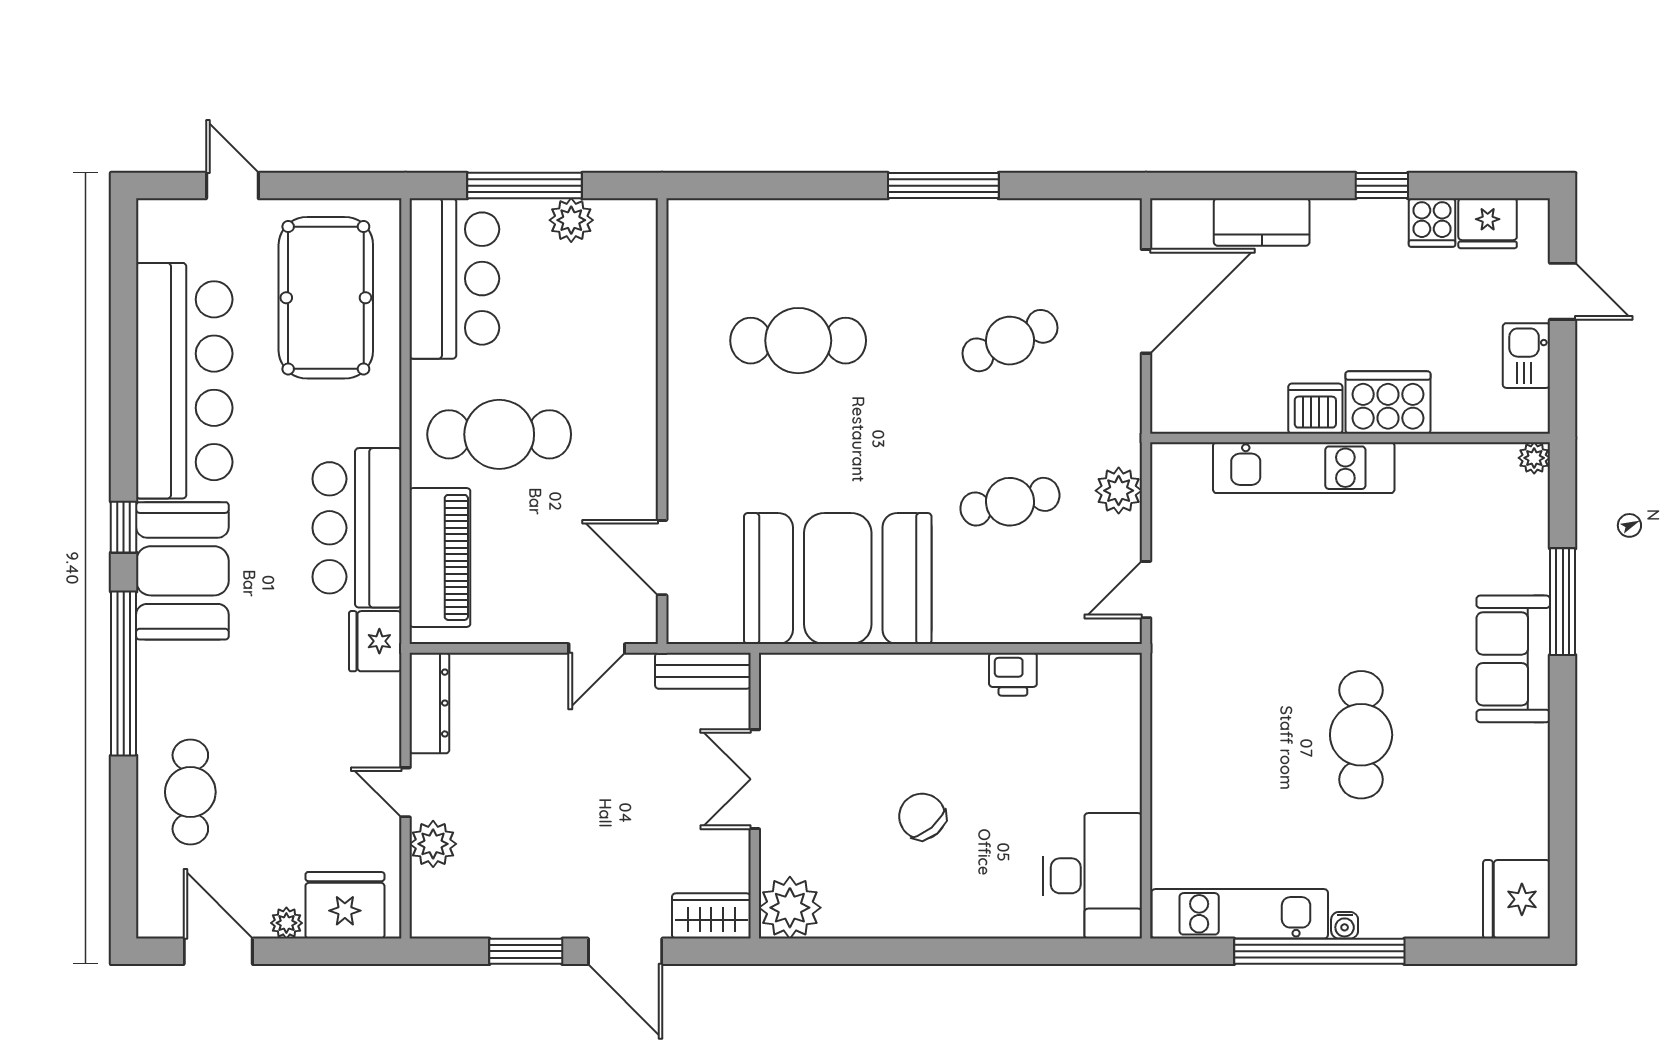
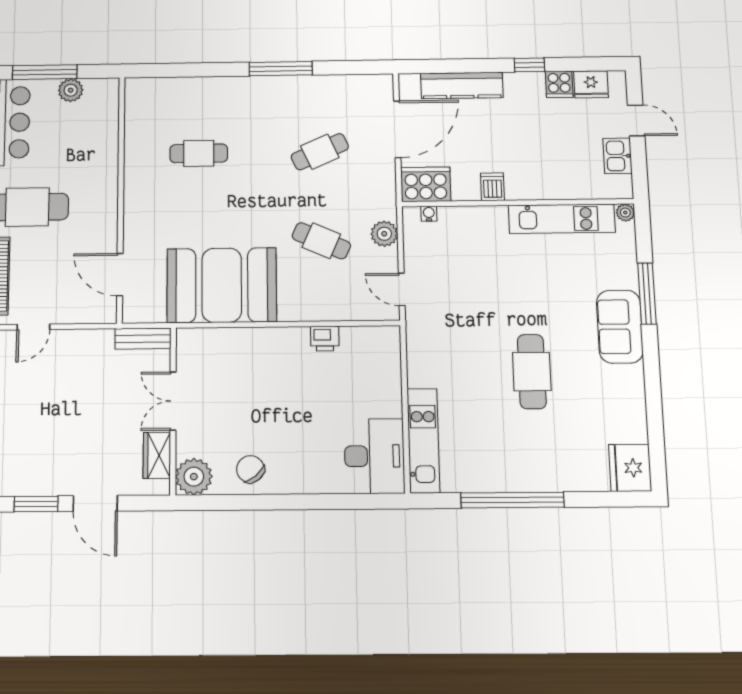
kitchen counter: (1262, 222) -> (462, 85), width x1.50
cafe table: (798, 341) -> (199, 153), width x0.73, depth x0.74
cooker: (1388, 402) -> (426, 184), moved
dishwasher: (1315, 409) -> (492, 187), width x0.73
kitchen unit: (1304, 468) -> (562, 219), moved
cafe table: (1010, 502) -> (321, 241), turned 36
door: (1146, 590) -> (402, 289), hinge flipped
door: (597, 648) -> (33, 327), moved
chair: (922, 816) -> (250, 469), moved
kitchen unit: (1240, 914) -> (423, 441), moved, turned 90
wardrobe: (711, 916) -> (157, 455), moved, turned -90
water cooler: (1345, 925) -> (429, 214), moved, turned 180

